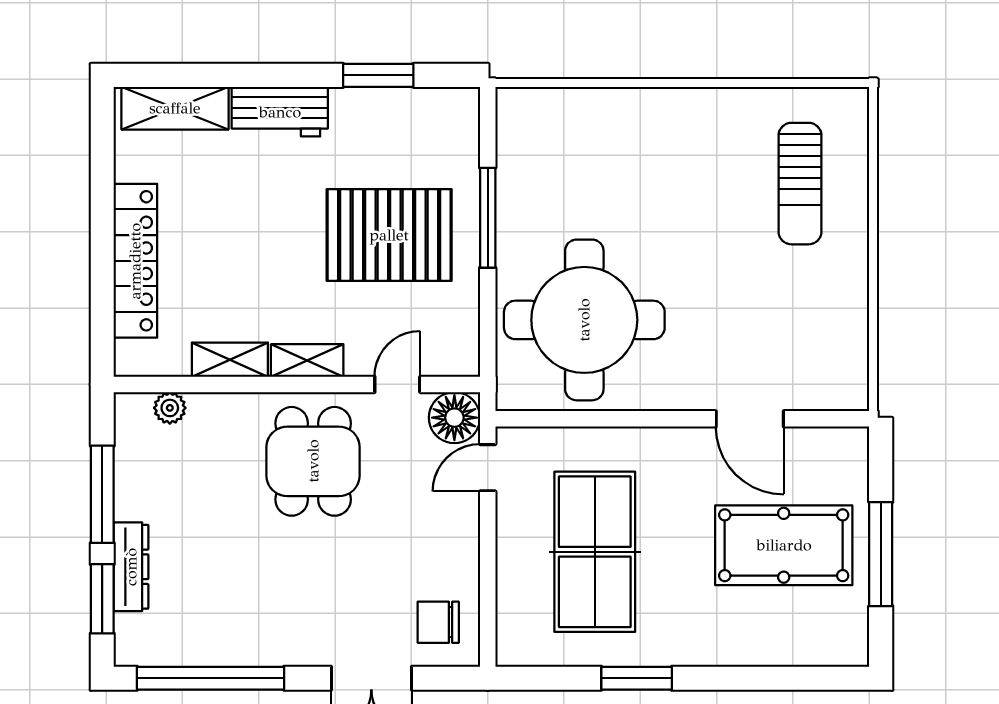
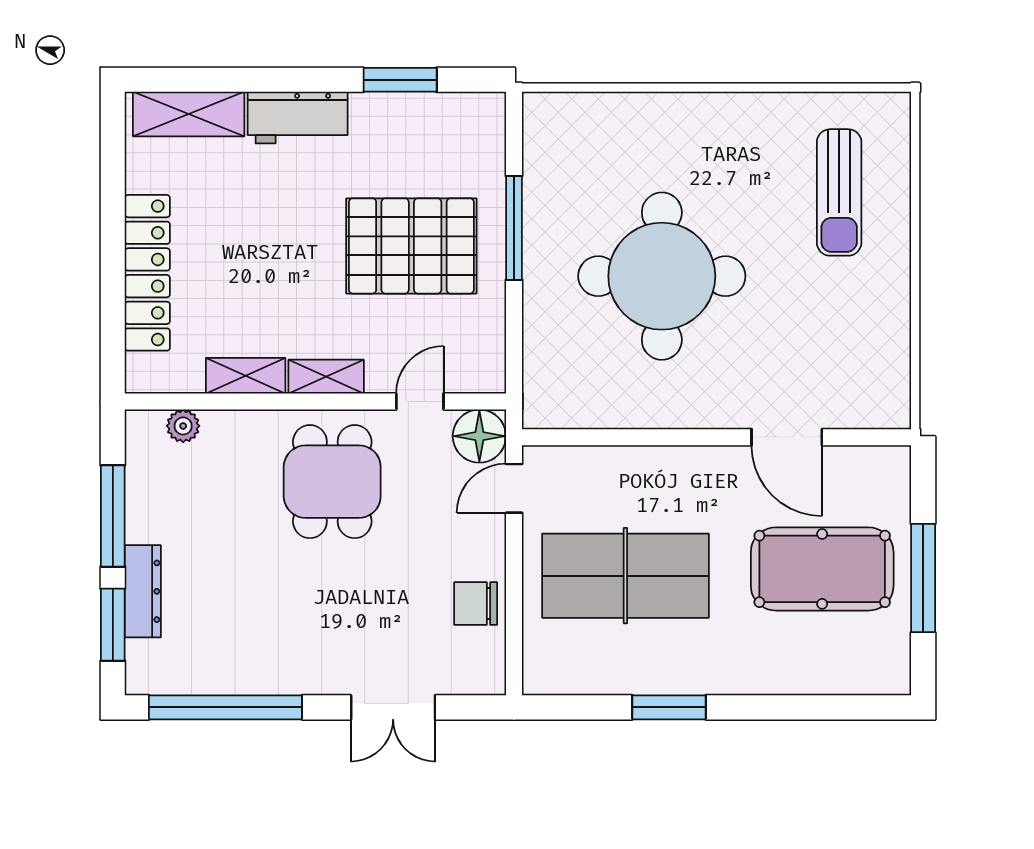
round table: (584, 320) -> (662, 276), moved
table tennis table: (595, 552) -> (625, 576), turned 90
chair: (438, 622) -> (476, 604), moved

